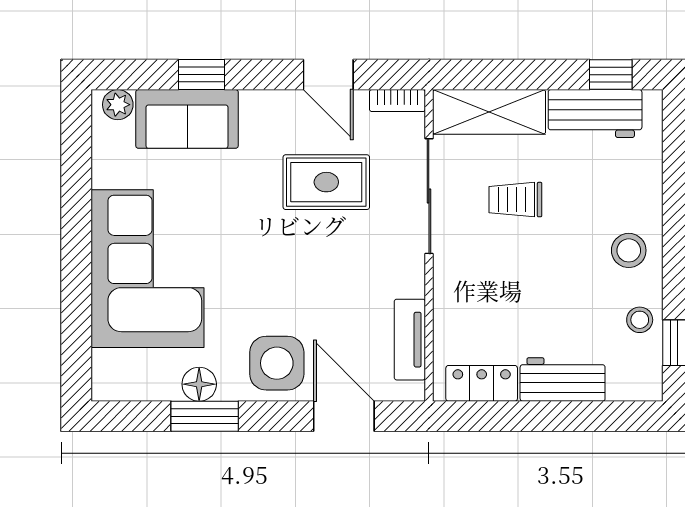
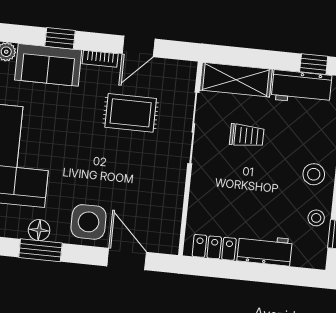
door: (328, 75) -> (139, 46), hinge flipped
bookcase: (397, 101) -> (100, 59), moved
trolley: (515, 200) -> (247, 136), turned 180
tv unit: (410, 340) -> (172, 216), removed

